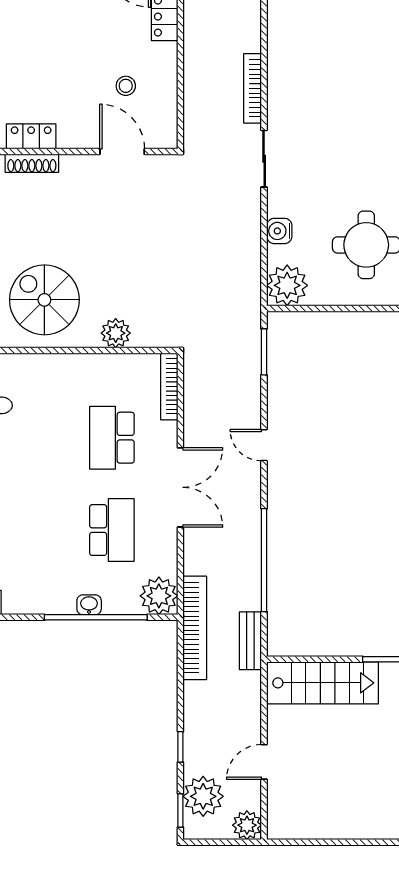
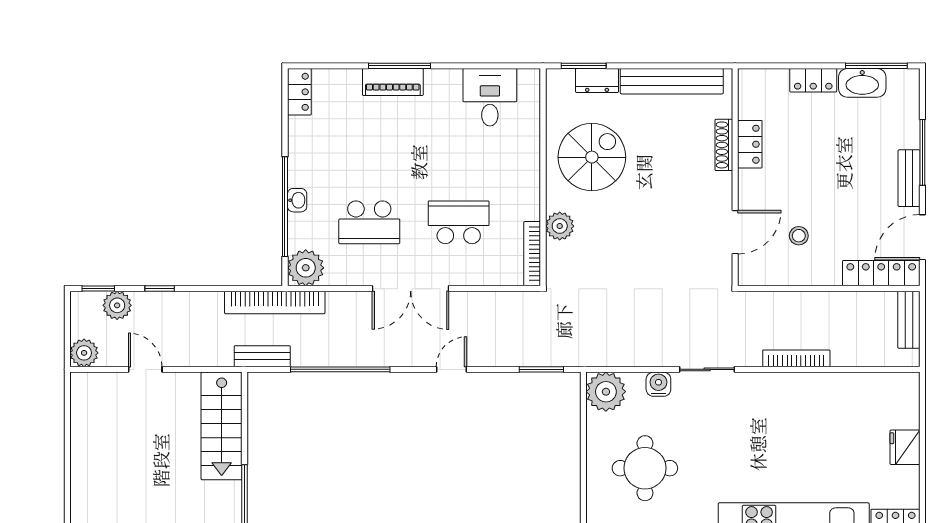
sliding door: (264, 159) -> (707, 369), moved
bookcase: (169, 386) -> (532, 254), moved, turned -90
plant: (203, 796) -> (117, 305), width x0.73, depth x0.73

